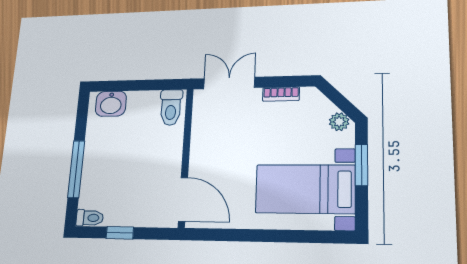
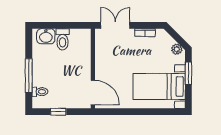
toilet: (171, 107) -> (63, 39), moved
toilet: (90, 218) -> (40, 92), moved

